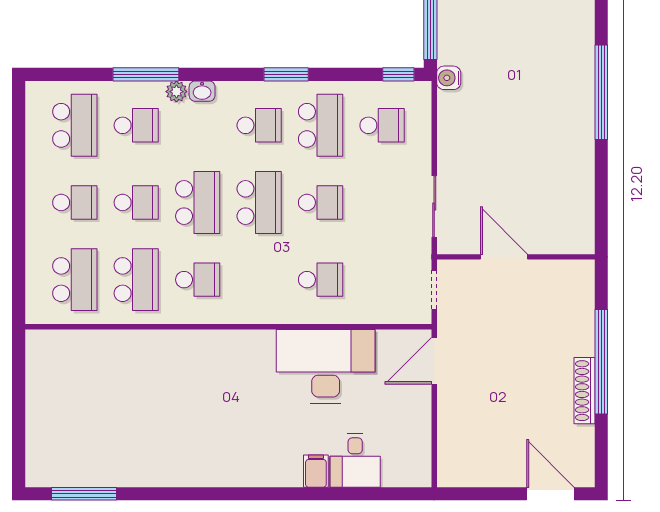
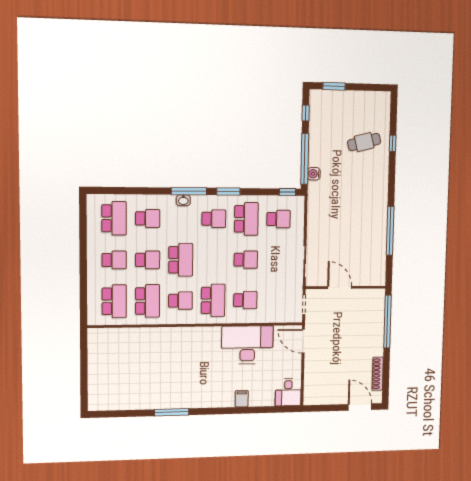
window: (146, 74) -> (189, 191), moved
water cooler: (449, 78) -> (314, 174), moved
plant: (176, 92) -> (169, 200), removed
window: (601, 92) -> (390, 231), moved
school desk: (259, 202) -> (213, 300), moved
door: (434, 361) -> (303, 341), hinge flipped
window: (601, 362) -> (387, 322), moved
shoe rack: (584, 391) -> (378, 374), moved
desk: (355, 460) -> (288, 392), moved
window: (84, 494) -> (172, 412), moved

